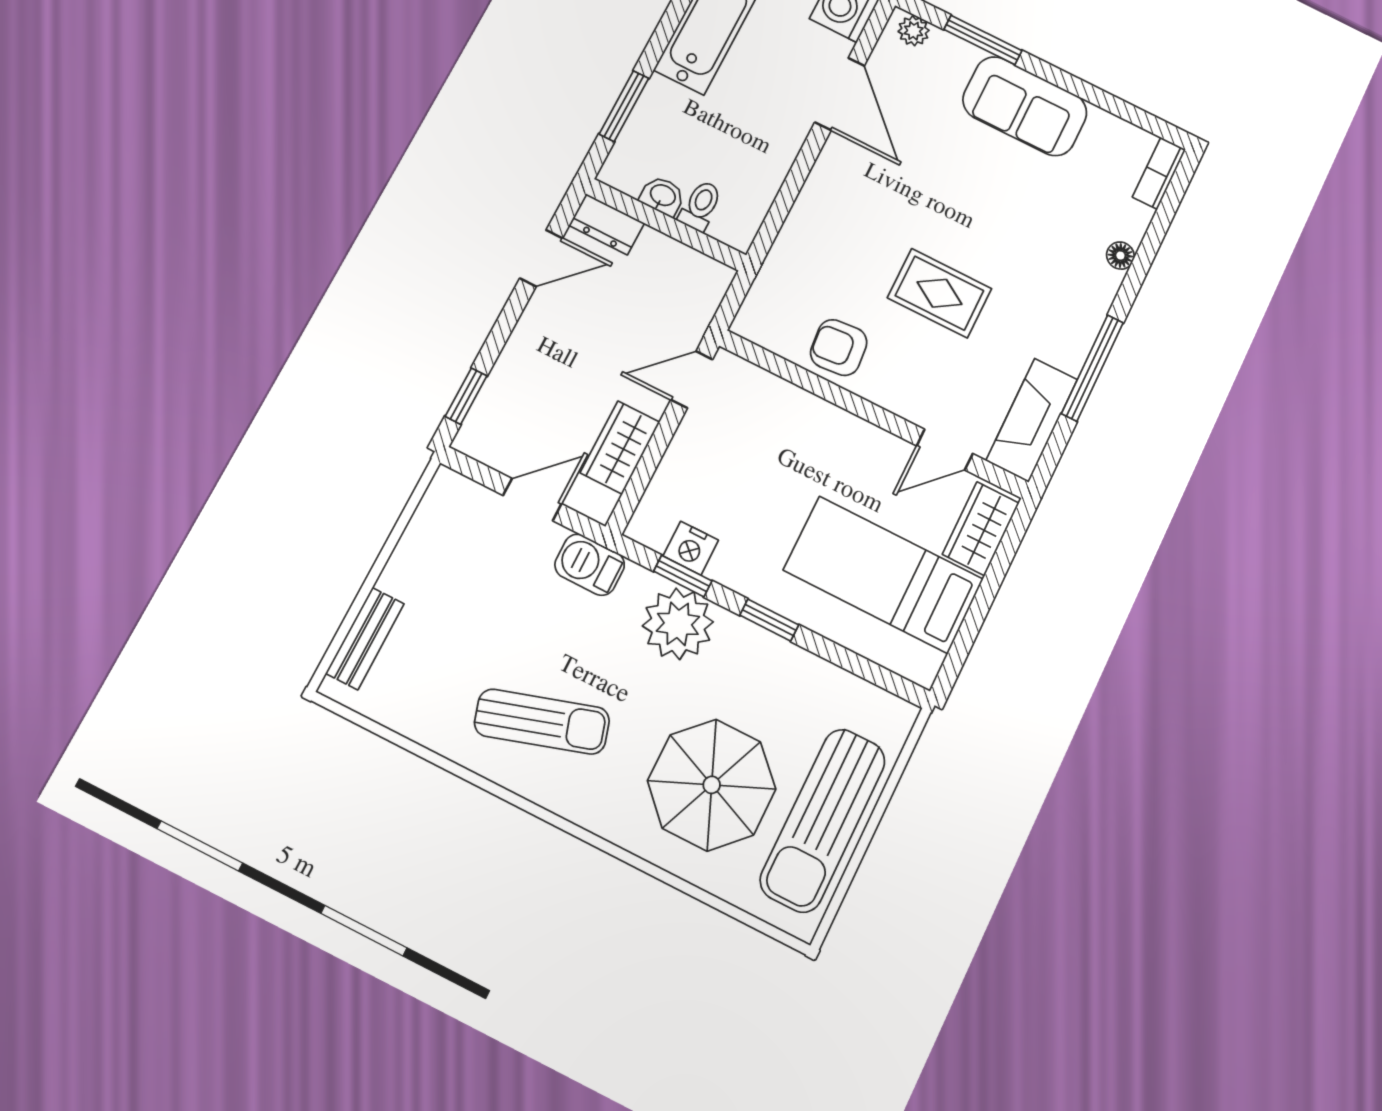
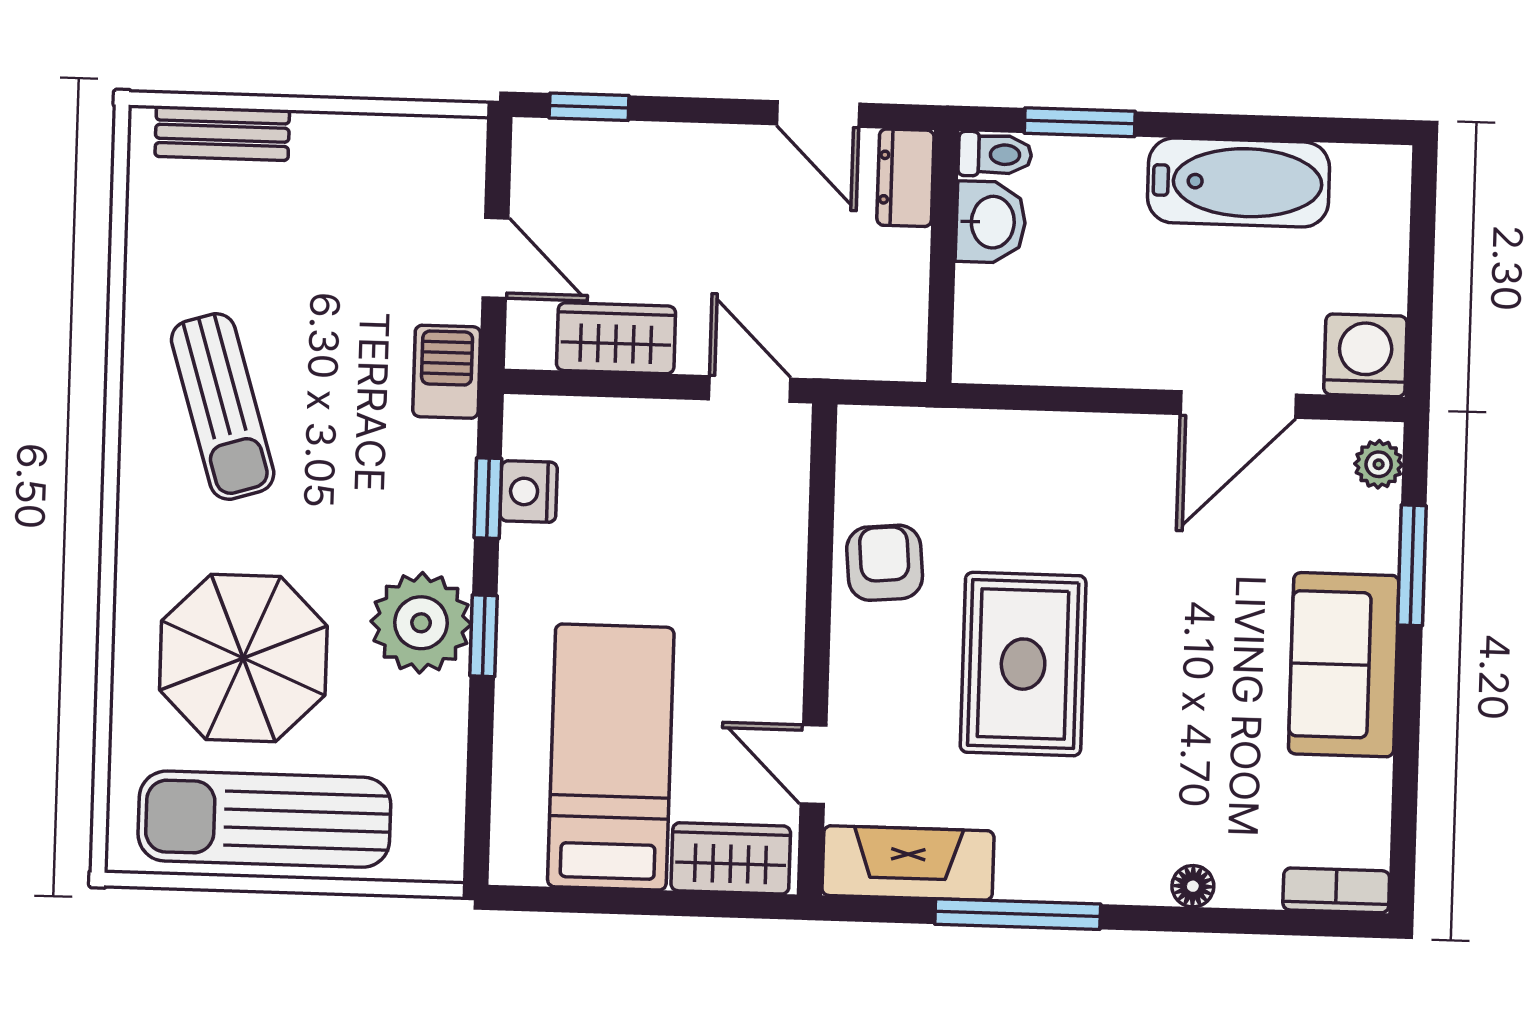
washbasin: (662, 196) -> (991, 222), width x1.38, depth x1.45
toilet: (700, 206) -> (995, 154), moved
rug: (939, 293) -> (1023, 664), width x1.36, depth x1.43
plant: (678, 624) -> (421, 623), moved

